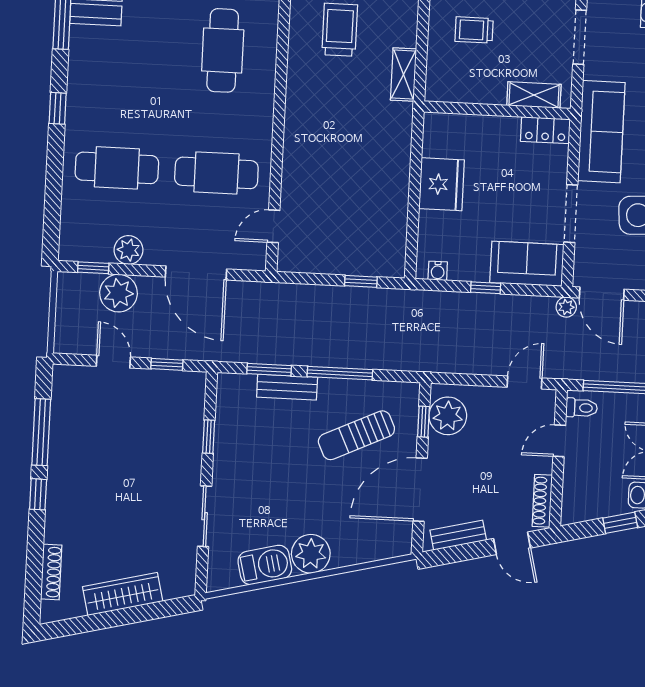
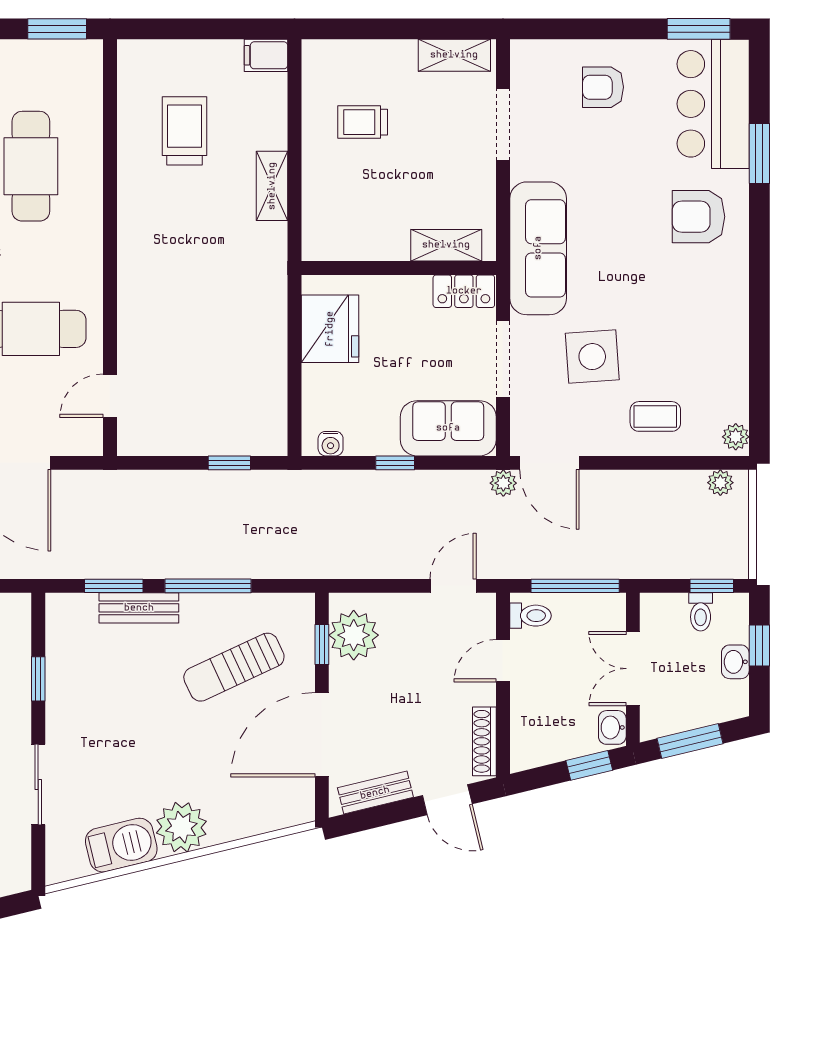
shelving: (534, 95) -> (446, 245), moved
wall: (497, 110) -> (399, 268), moved
locker: (545, 130) -> (464, 291), moved

